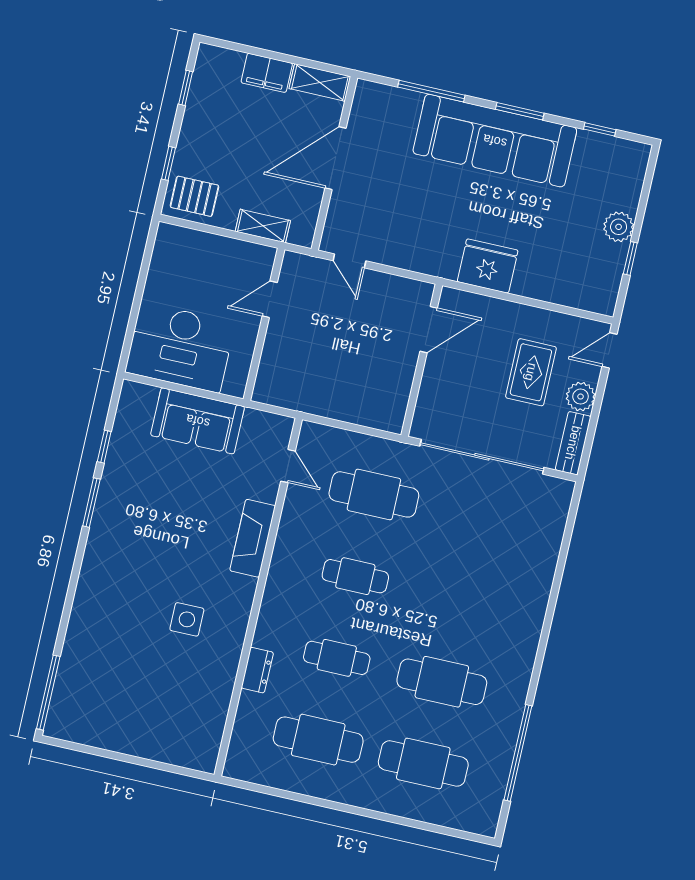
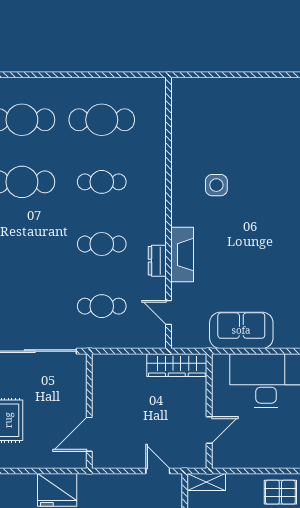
shelving: (263, 226) -> (206, 482), moved
wardrobe: (293, 394) -> (177, 365), added
cafe table: (374, 494) -> (102, 306), width x0.73, depth x0.74
dresser: (257, 670) -> (157, 261), moved

